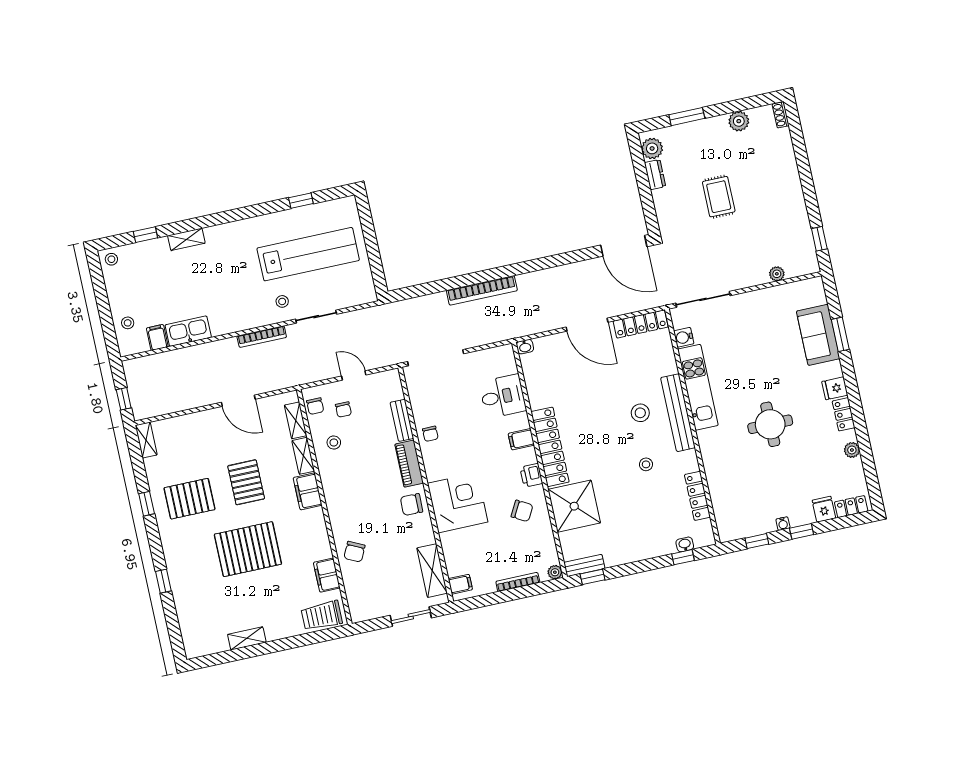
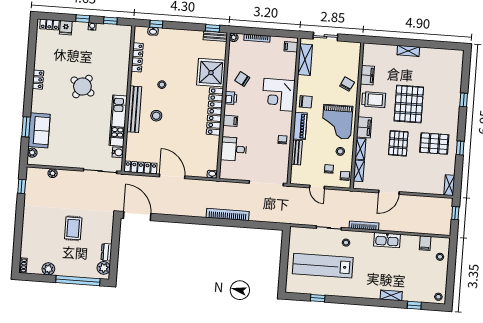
window: (687, 117) -> (78, 281), width x2.11
kitchen sink: (188, 331) -> (387, 240), moved
fridge: (835, 388) -> (39, 96), removed
door: (238, 401) -> (389, 192), swing flipped
round table: (770, 424) -> (82, 87), turned 34
plant: (852, 450) -> (32, 153), moved
grand piano: (353, 488) -> (337, 122), added
pallet: (248, 549) -> (409, 104), turned 90
trolley: (322, 616) -> (374, 100), moved
shelving: (247, 638) -> (408, 51), moved

